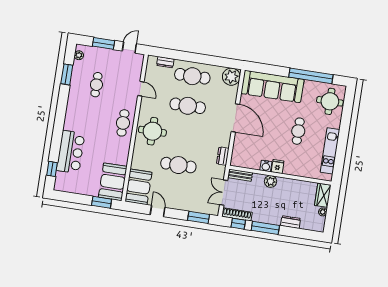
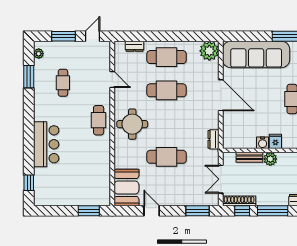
bar counter: (71, 152) -> (46, 144), moved
bench: (240, 175) -> (249, 157), moved
booth: (113, 182) -> (97, 186), removed

